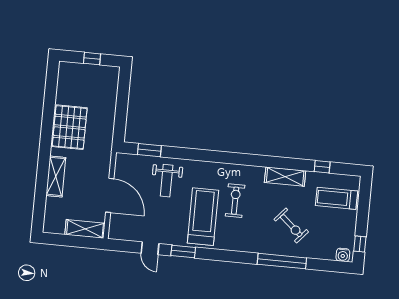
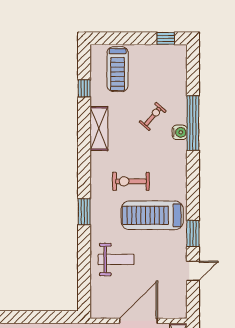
window: (149, 150) -> (84, 212), moved
exercise bike: (291, 226) -> (153, 116), width x0.73, depth x0.72
water cooler: (343, 255) -> (180, 132), moved

